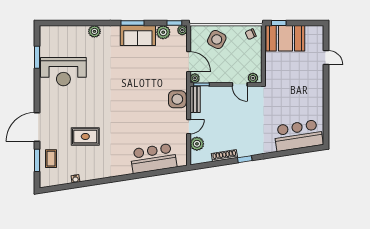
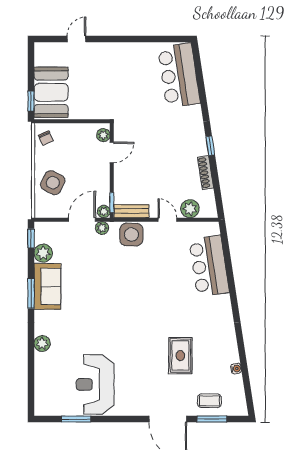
plant: (182, 30) -> (102, 228), moved
reception desk: (63, 72) -> (95, 384), turned 180

